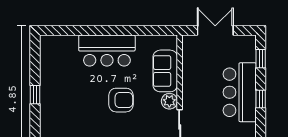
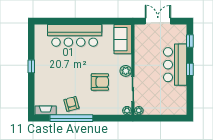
bar counter: (107, 51) -> (75, 35), width x1.36
sofa: (165, 71) -> (123, 39), moved
armchair: (121, 100) -> (100, 82), moved

